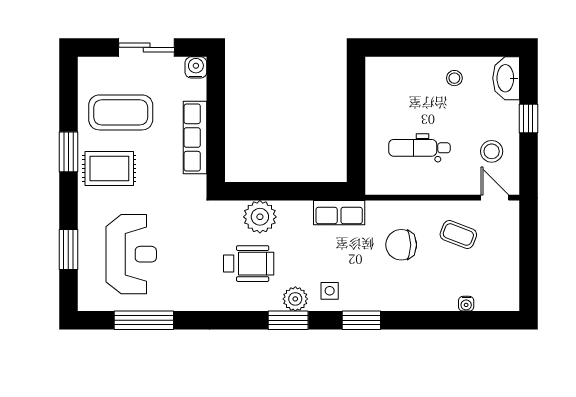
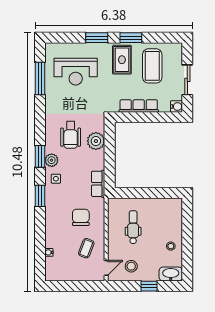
window: (68, 249) -> (97, 38), moved

